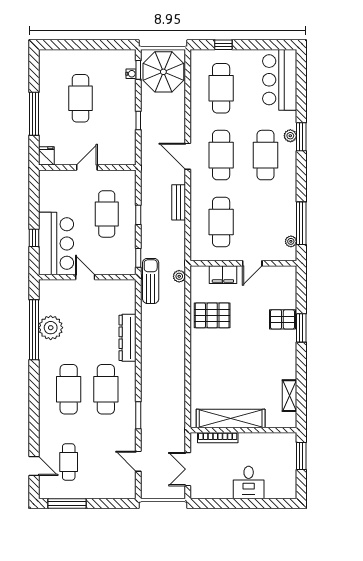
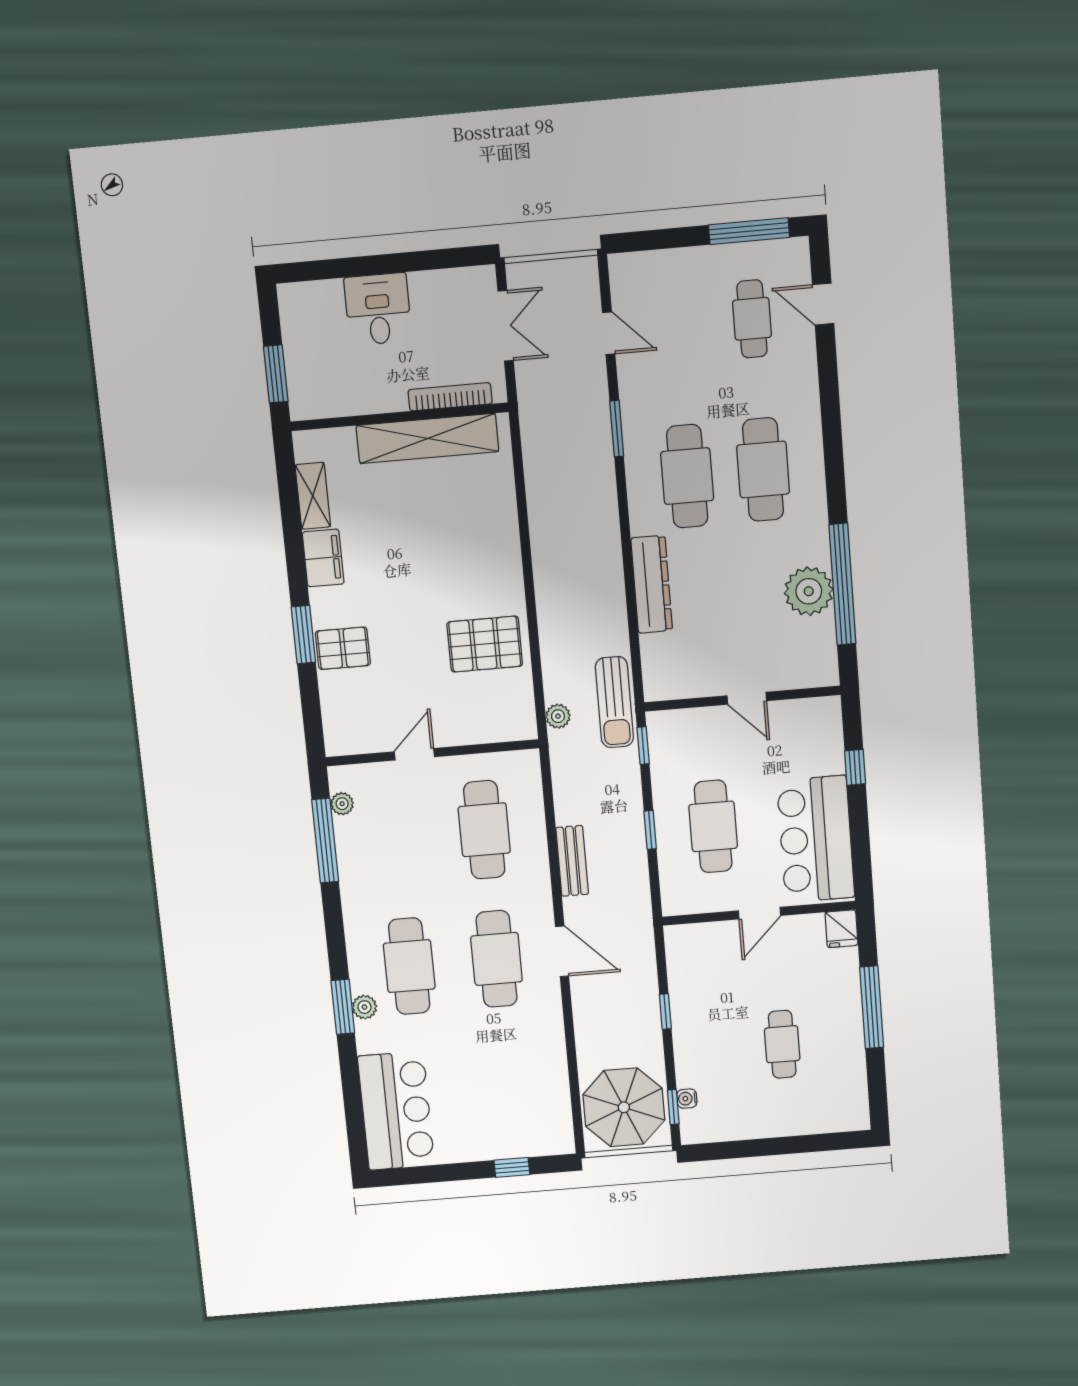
cafe table: (221, 88) -> (509, 1086), removed
cafe table: (80, 98) -> (782, 1044), width x0.73, depth x0.74
bar counter: (56, 243) -> (816, 839), moved
filing cabinet: (223, 275) -> (323, 558), moved, turned 90

